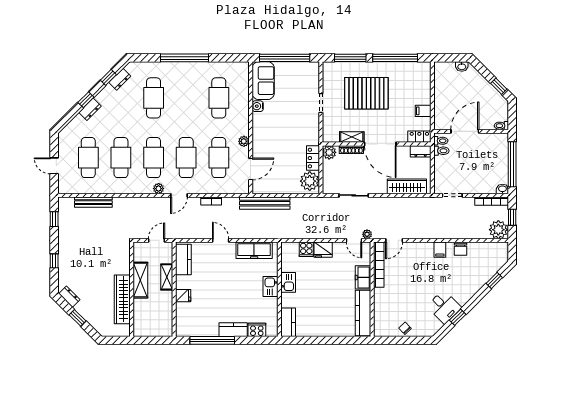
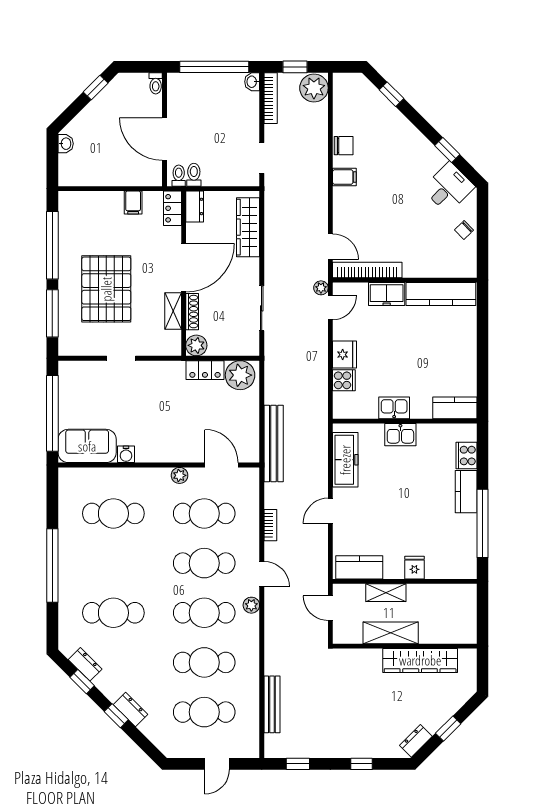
desk: (444, 307) -> (449, 188), moved

